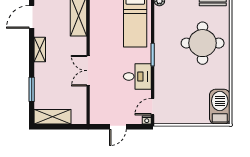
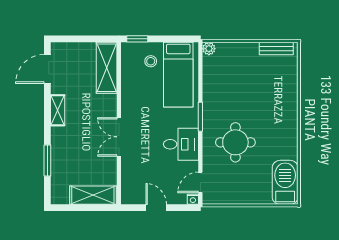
stool: (113, 11) -> (151, 61), added
round table: (203, 43) -> (235, 142), moved, width x0.73, depth x0.73
shelving: (53, 117) -> (93, 195), moved
door: (118, 127) -> (156, 208), swing flipped

